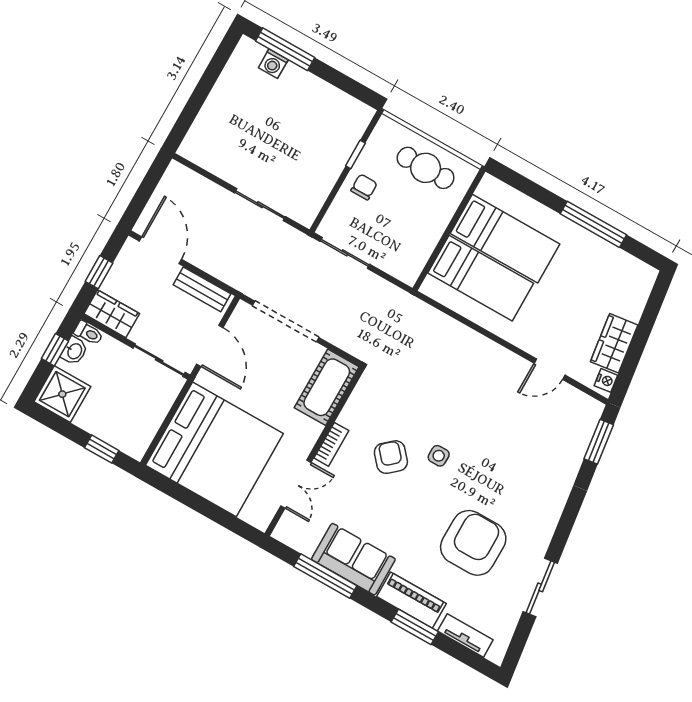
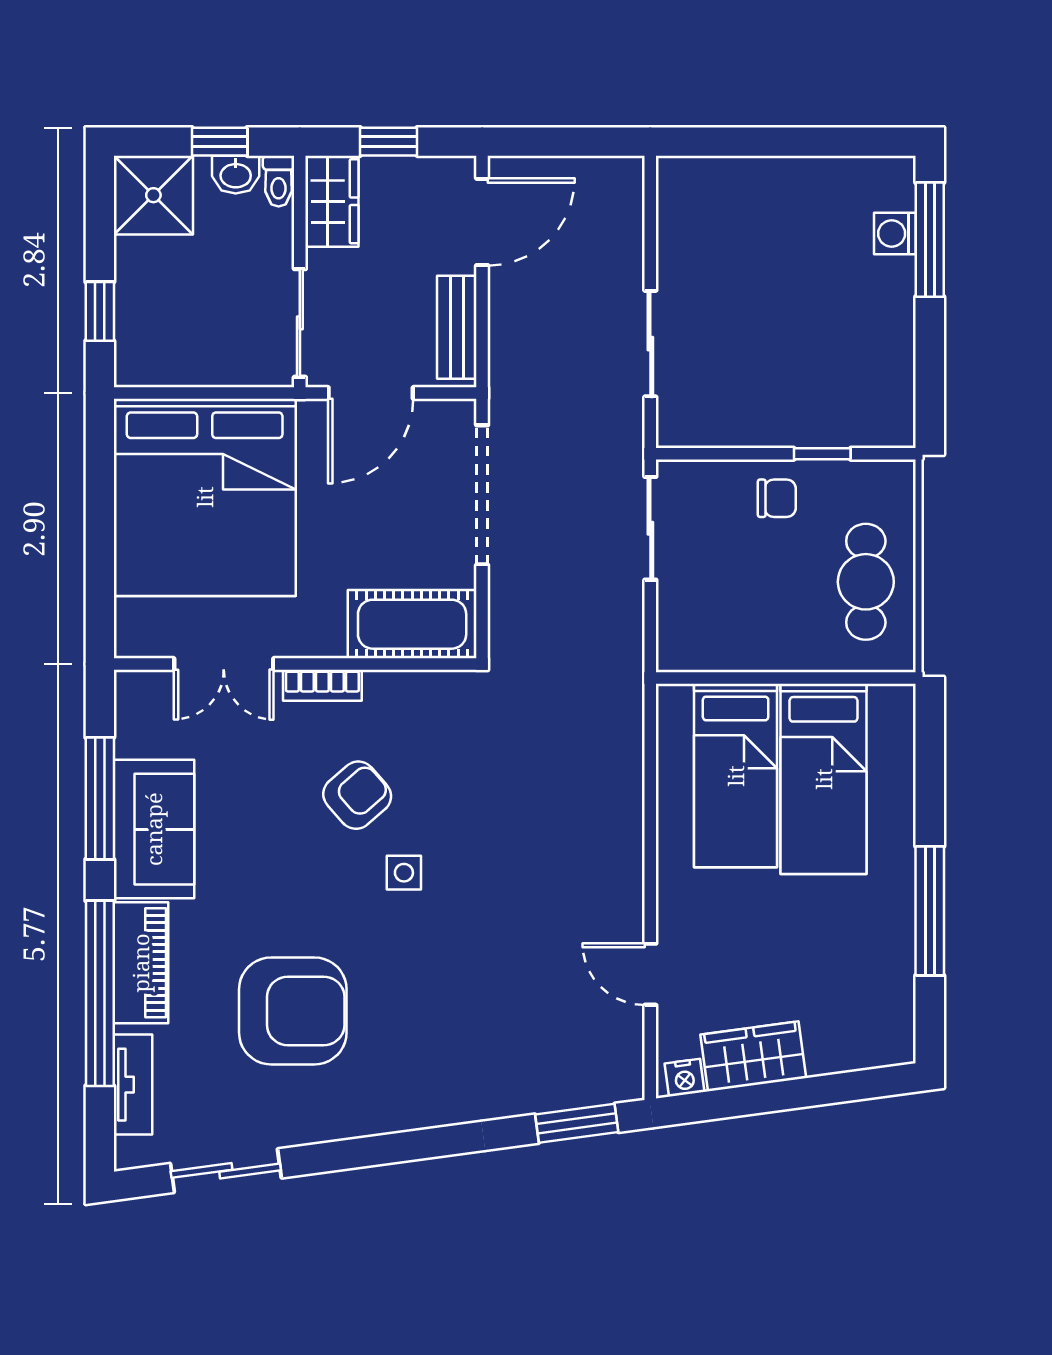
sliding door: (540, 587) -> (226, 1171), moved
window: (415, 627) -> (100, 993), width x2.11

